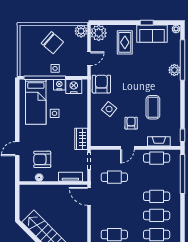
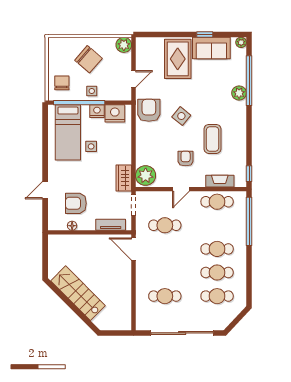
plant: (99, 33) -> (146, 175), moved
rug: (125, 42) -> (178, 59), width x1.36, depth x1.43
chair: (31, 62) -> (62, 83), added
side table: (109, 109) -> (181, 116), moved

